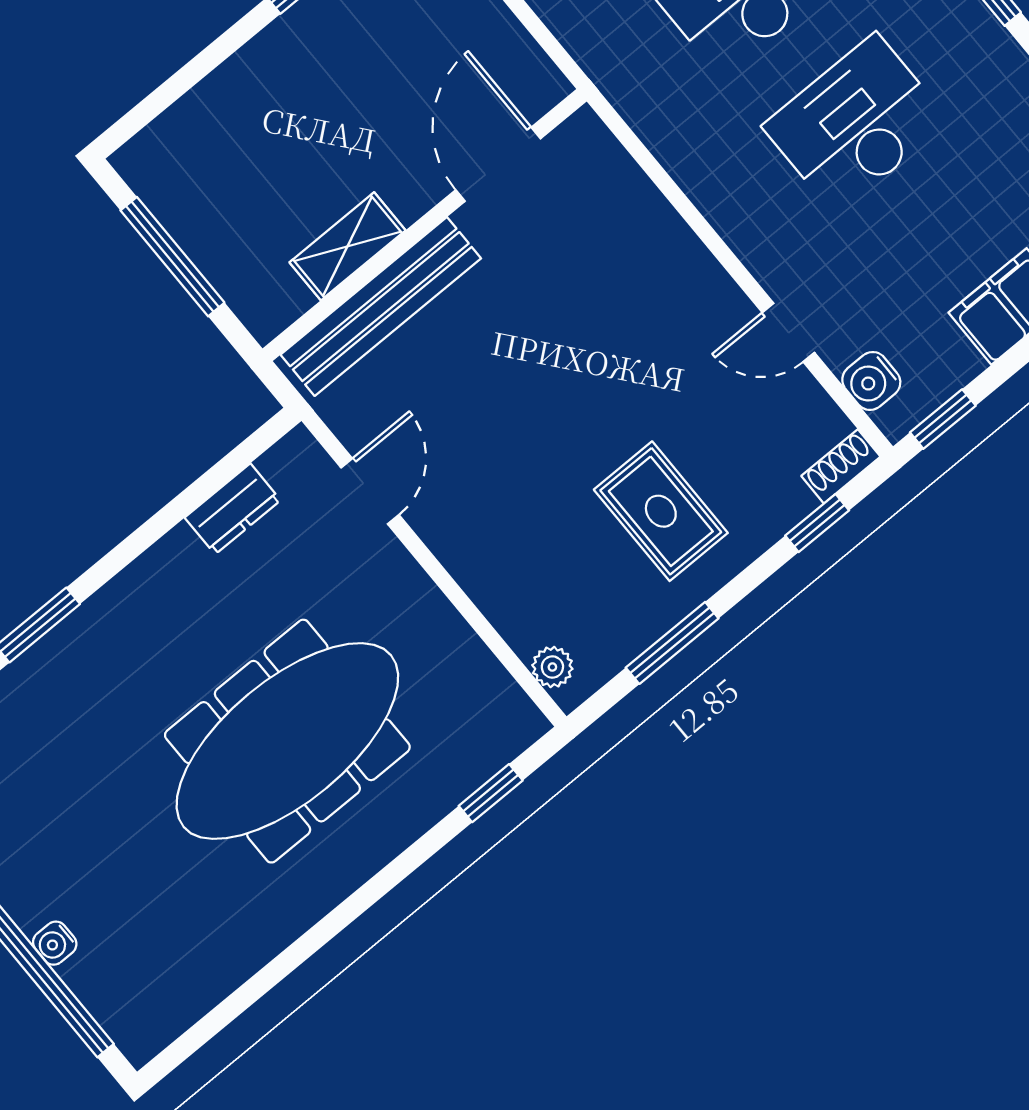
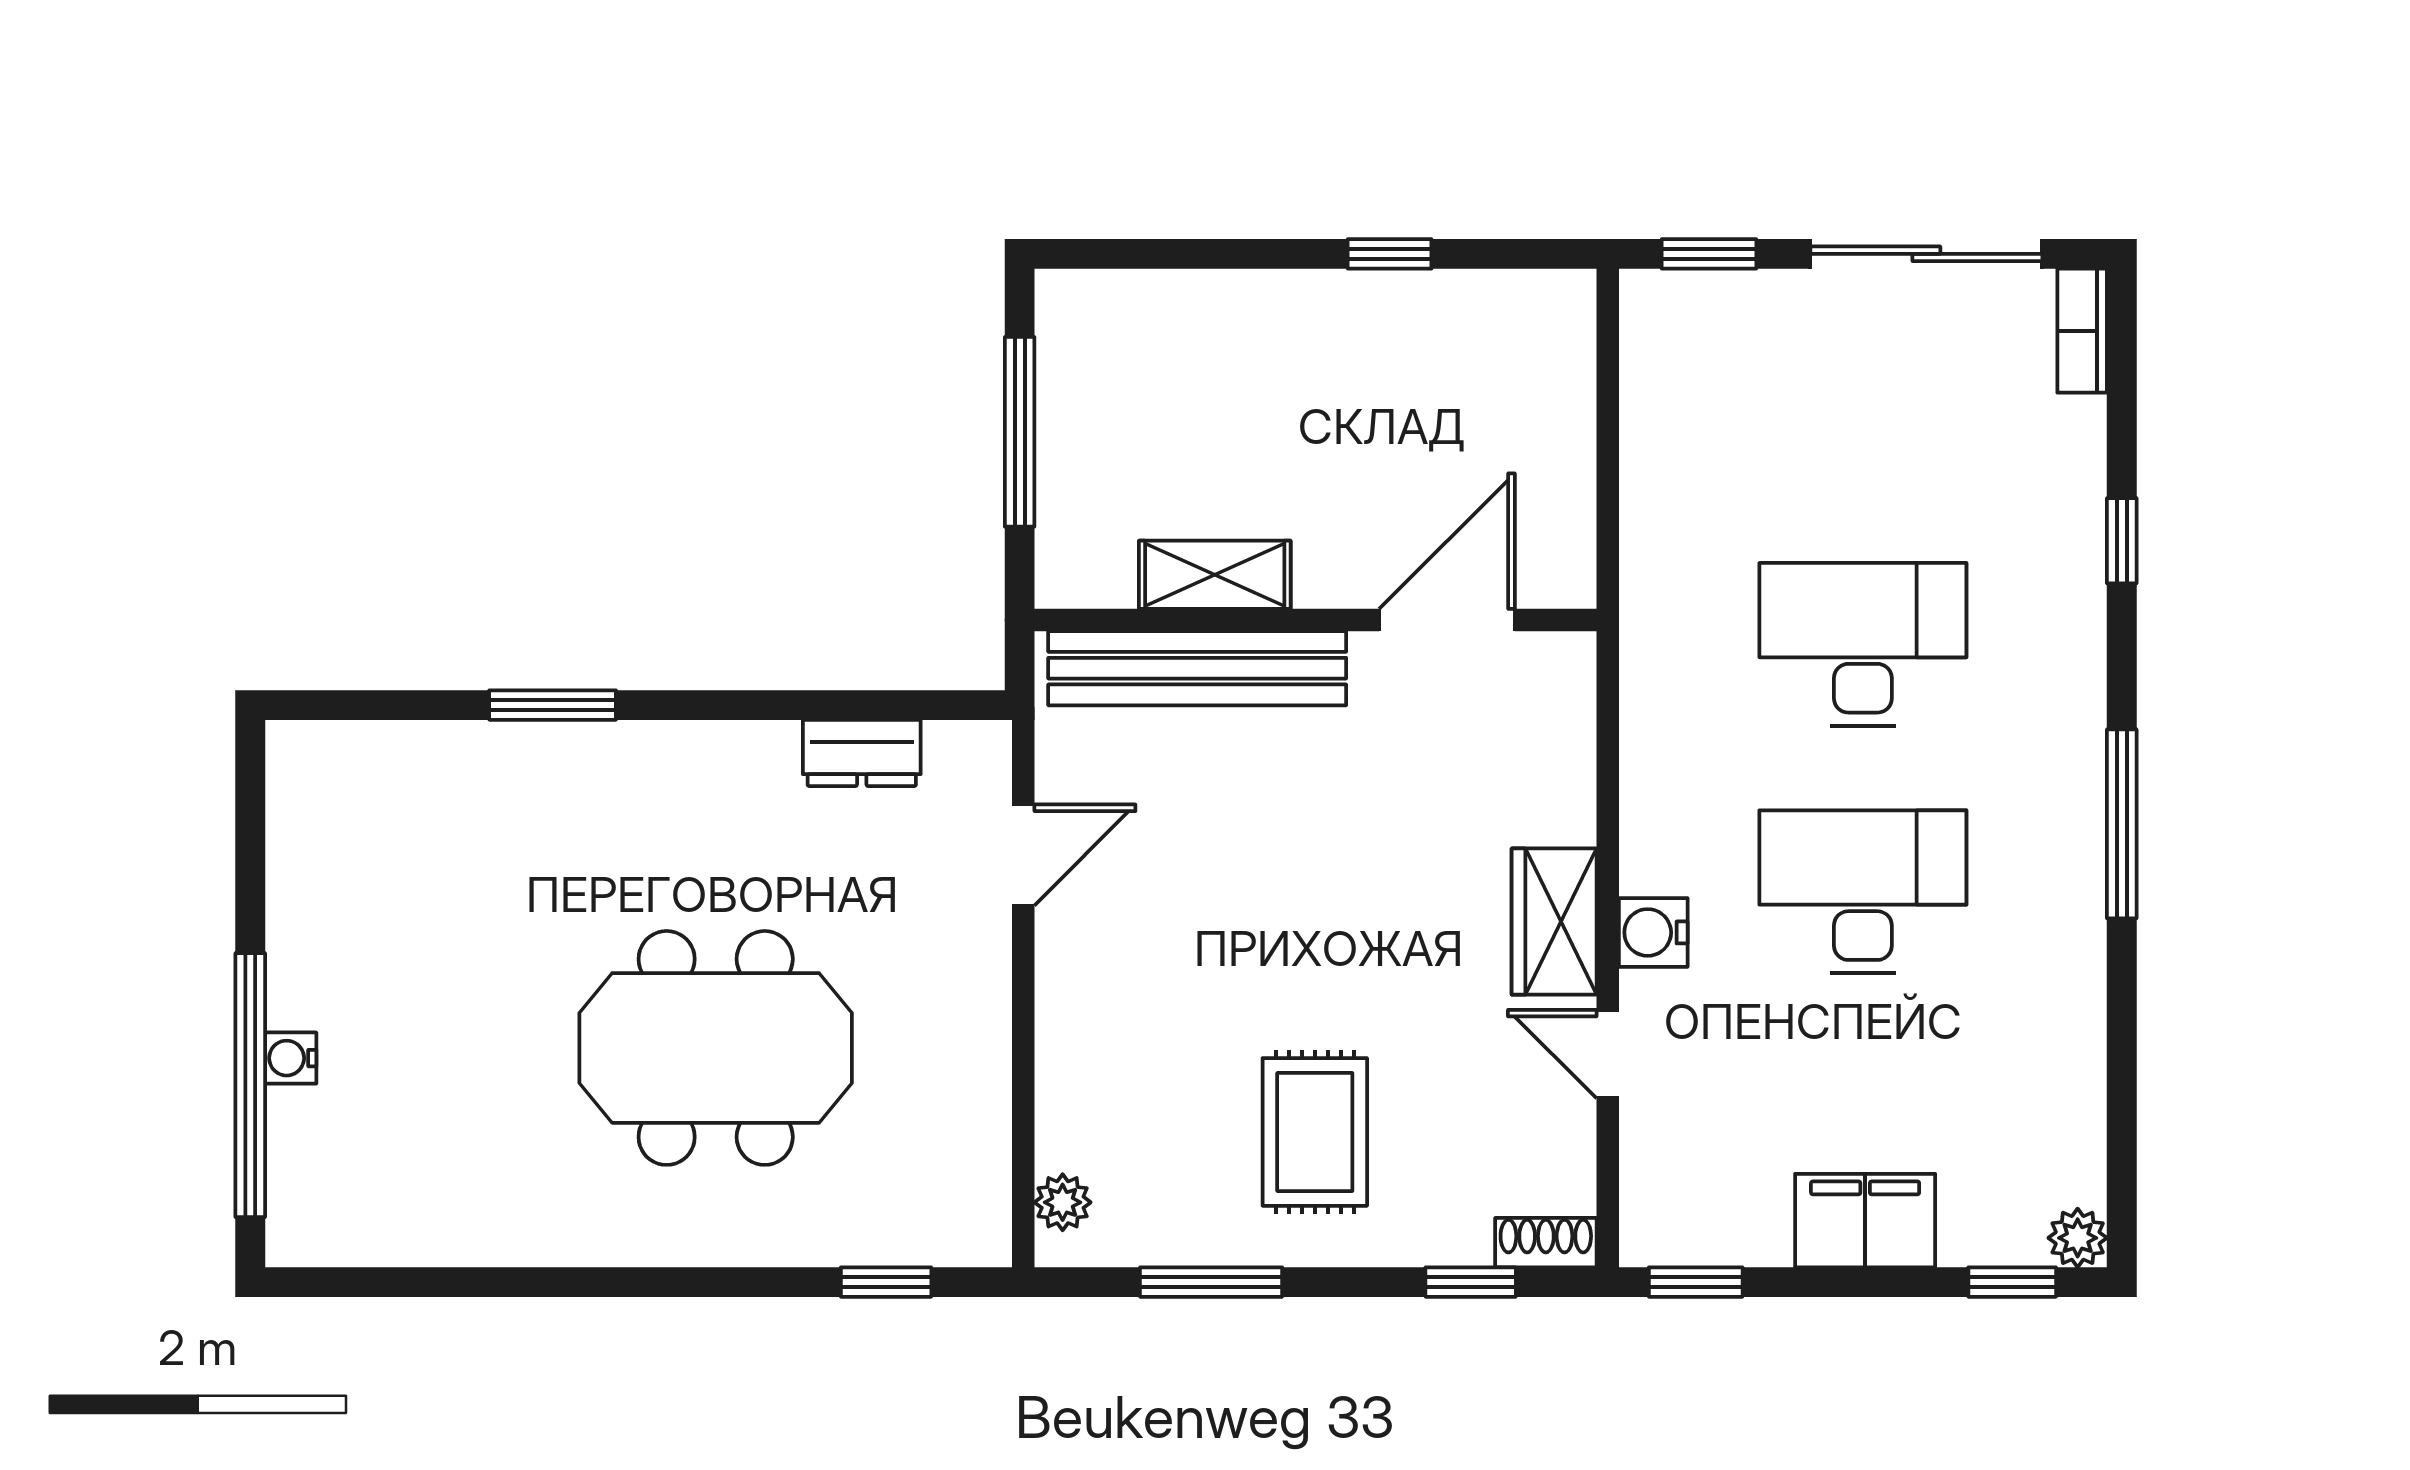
wardrobe: (697, 283) -> (1554, 922), added
water cooler: (871, 381) -> (1653, 932), moved
meeting table: (287, 741) -> (716, 1048), width x0.73

